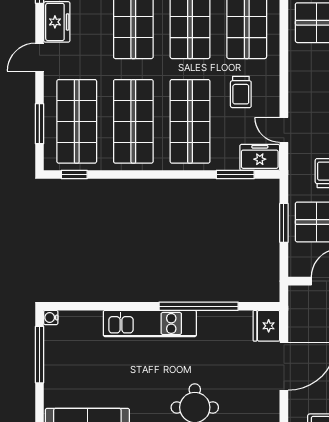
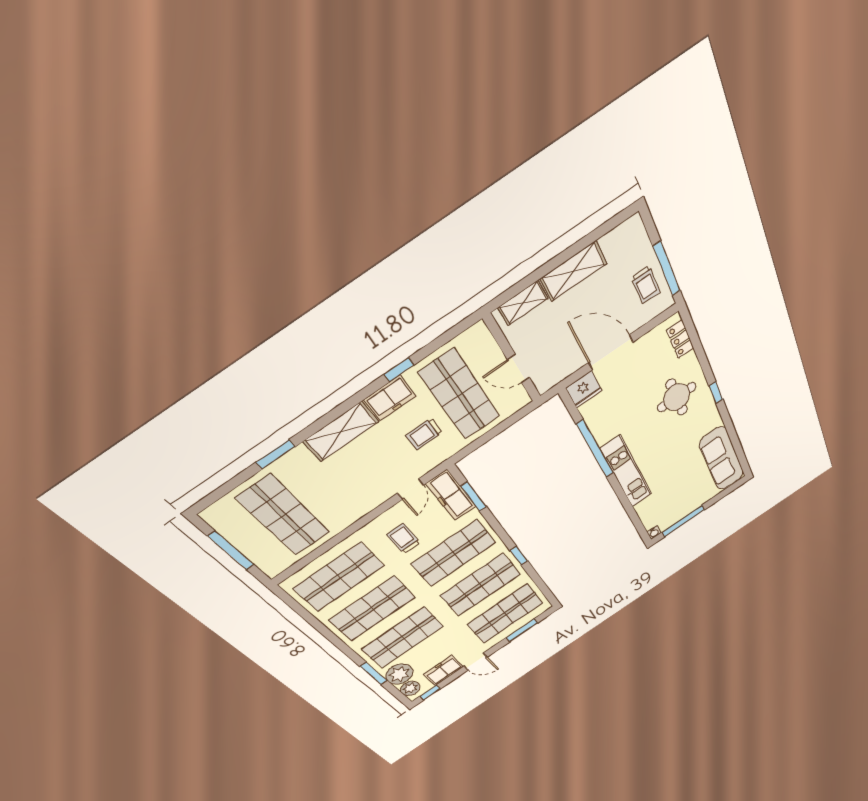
trolley: (241, 92) -> (404, 539), turned -90
freezer: (260, 157) -> (451, 495), width x1.40
window: (74, 175) -> (519, 556), moved
window: (284, 223) -> (489, 435), removed

